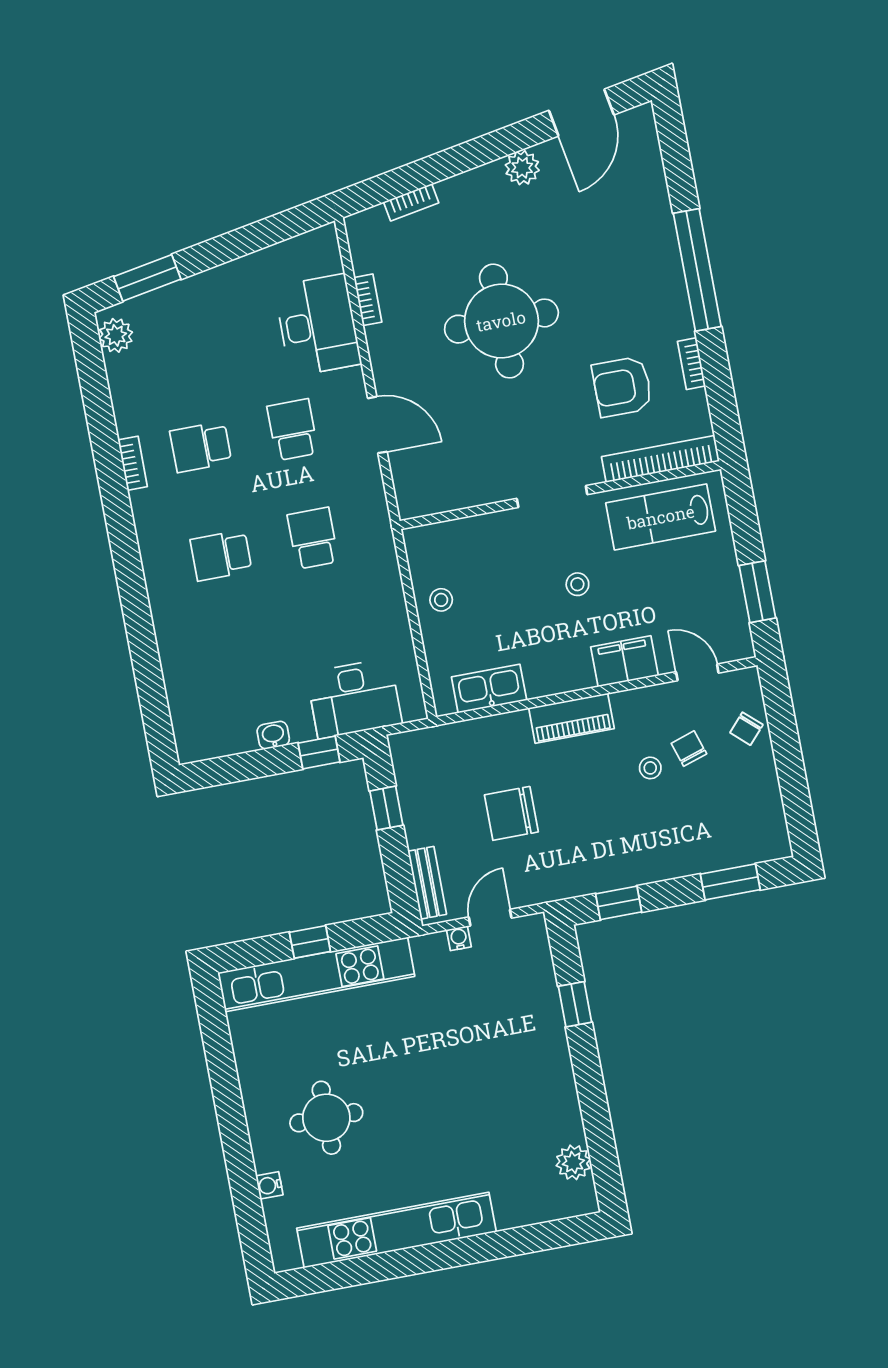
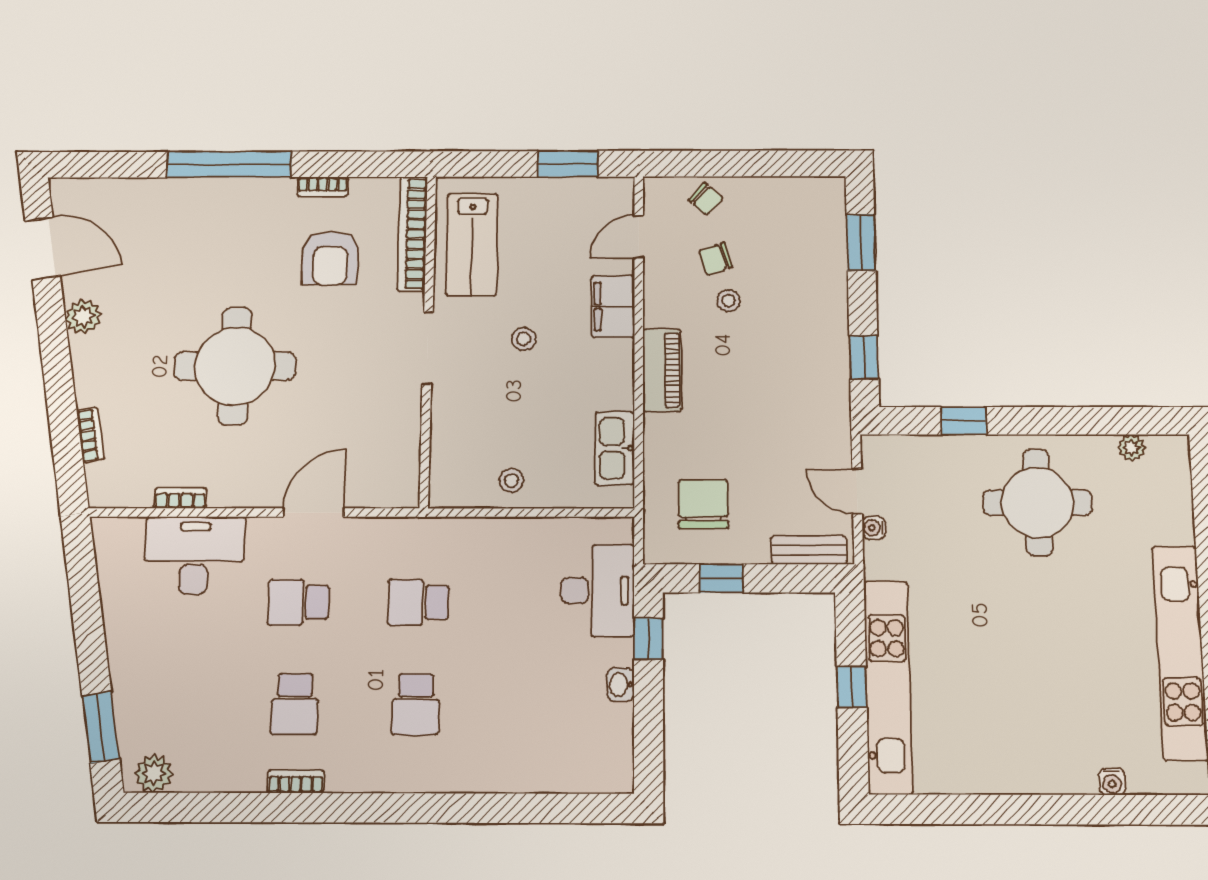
chair: (511, 813) -> (703, 504), moved, turned 180
round table: (326, 1118) -> (1038, 503), moved, width x1.36, depth x1.36
plant: (573, 1162) -> (1132, 448), width x0.73, depth x0.73

